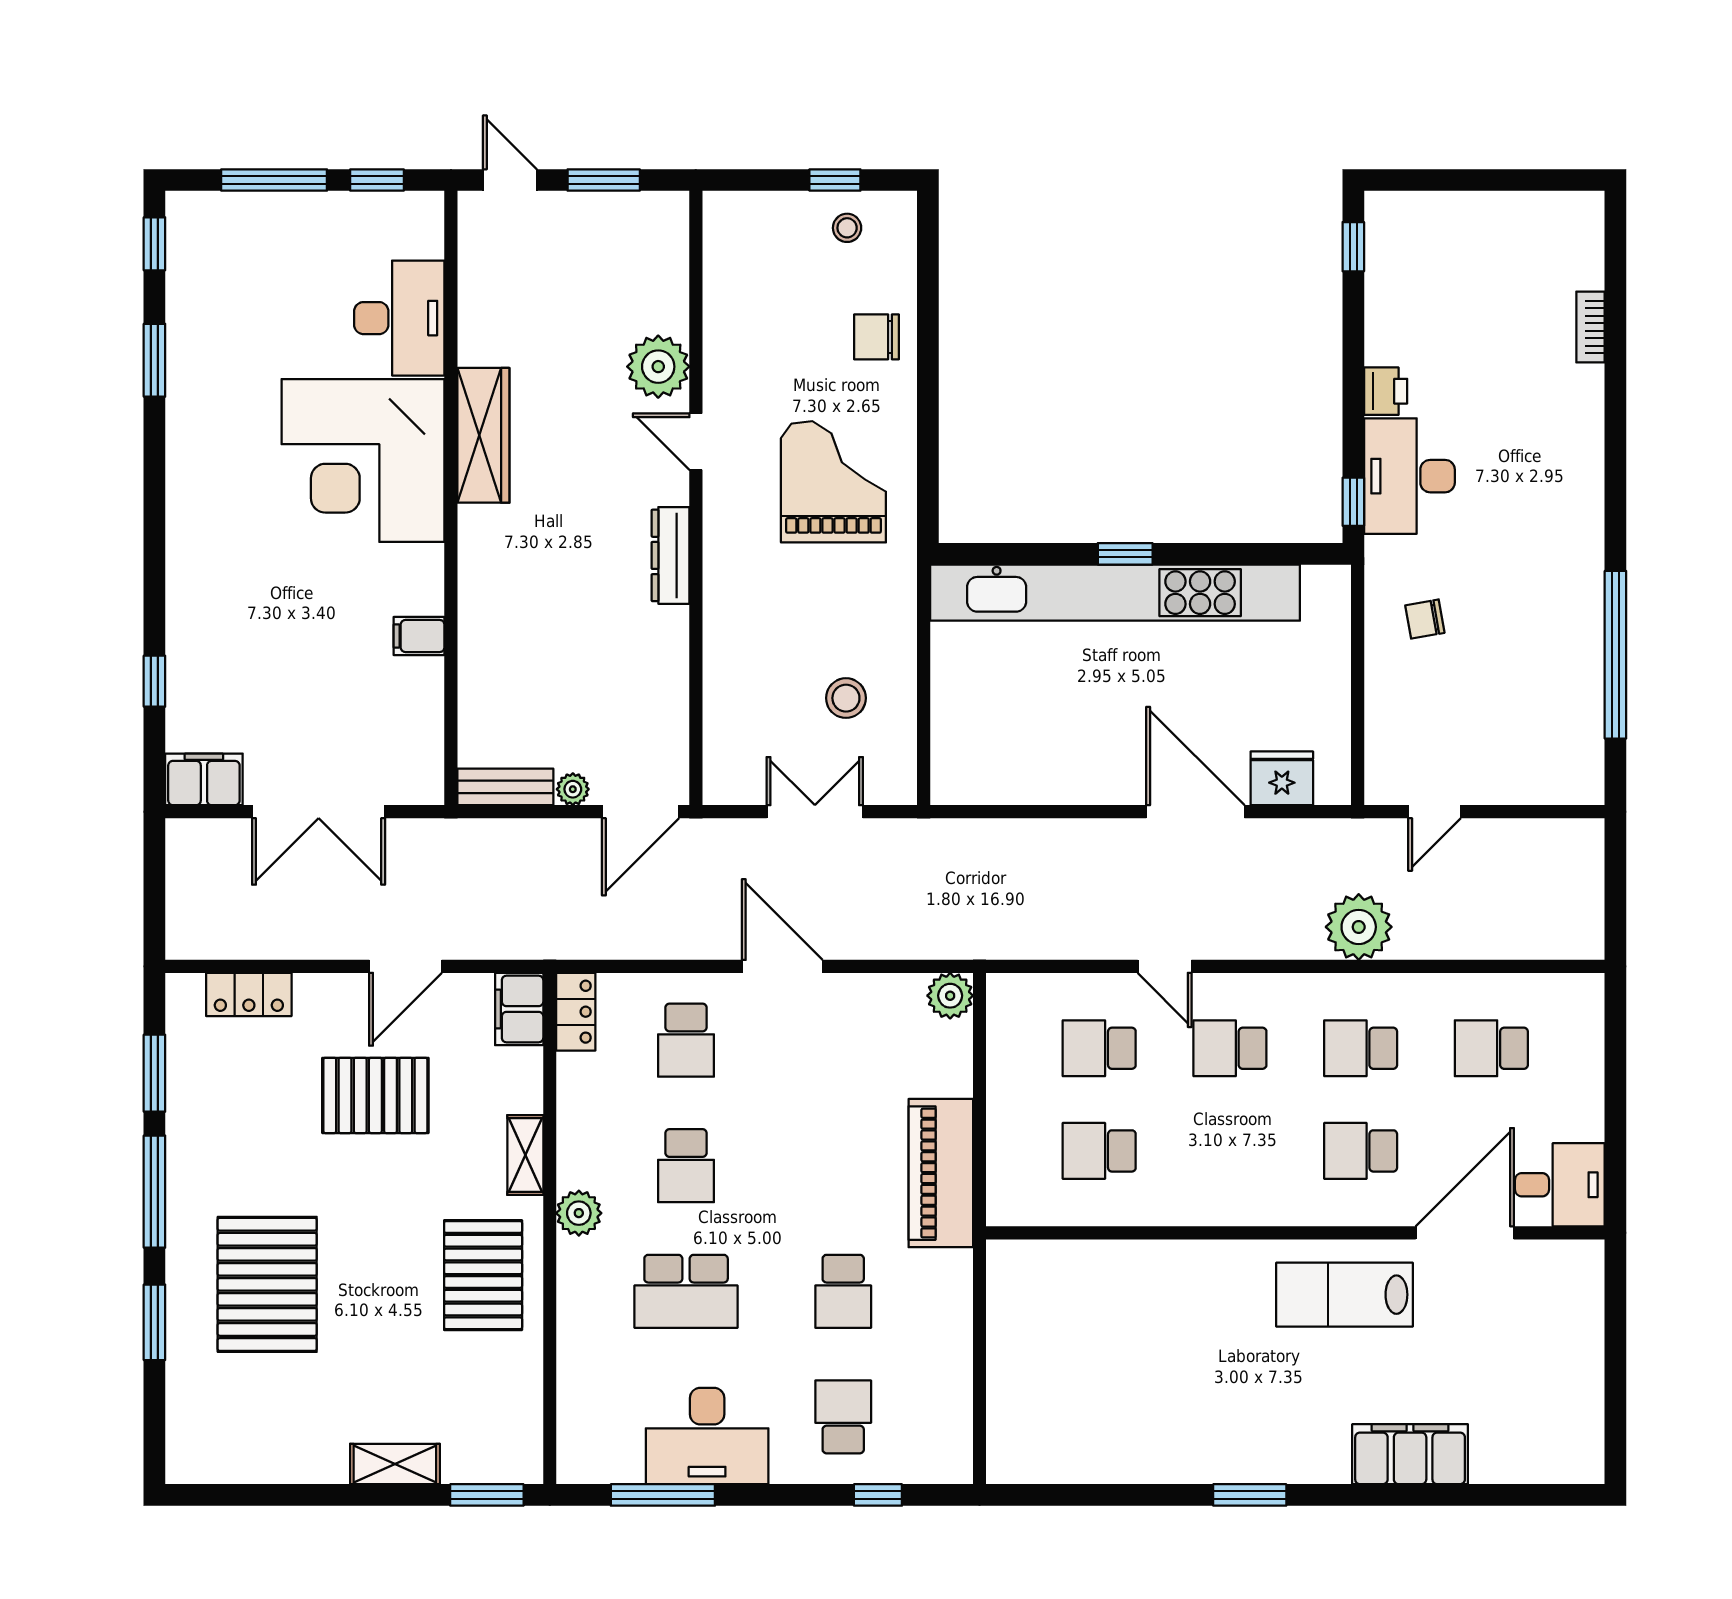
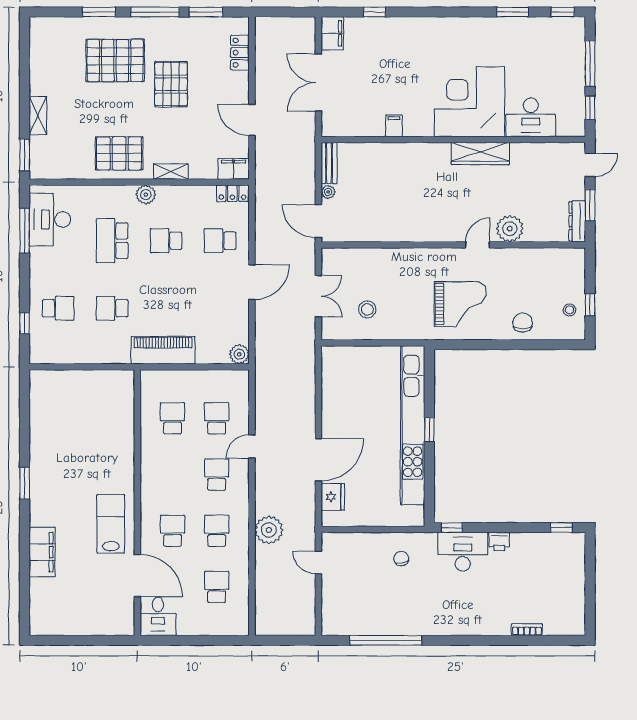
dresser: (670, 555) -> (577, 221), moved, turned -90
pallet: (375, 1095) -> (171, 84), moved
desk: (707, 1436) -> (50, 220), moved

